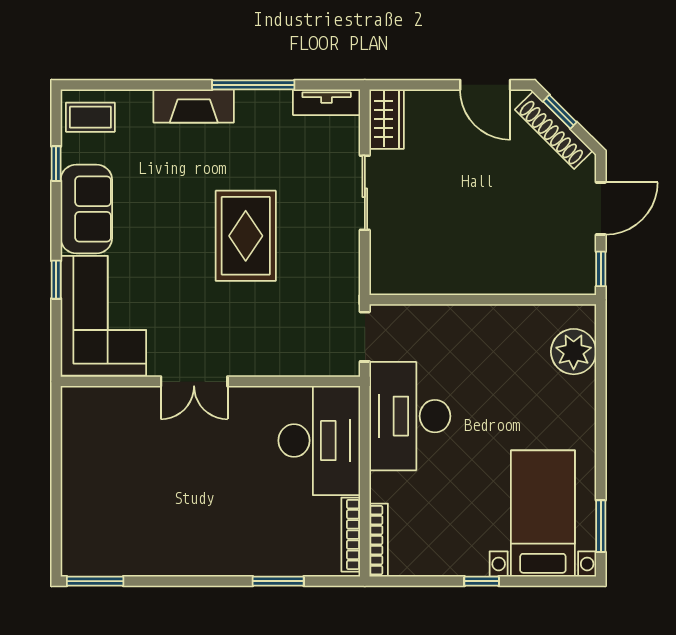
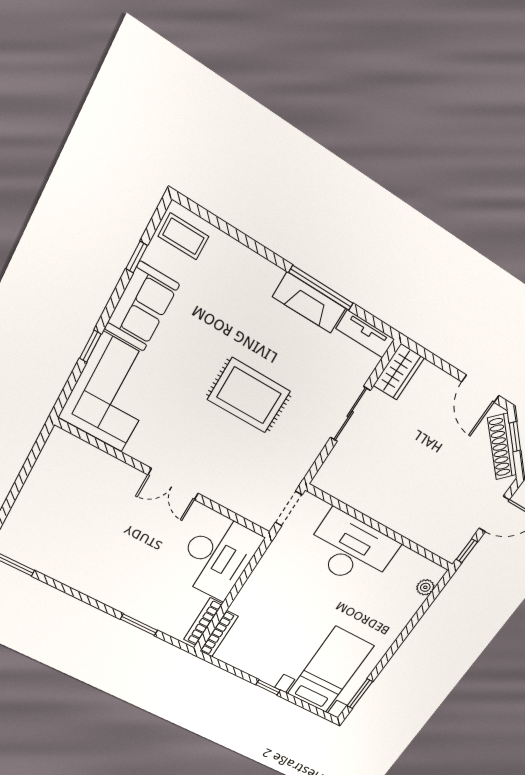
fireplace: (194, 106) -> (309, 303), moved
rug: (246, 236) -> (249, 395), turned 90
plant: (574, 352) -> (425, 587), width x0.53, depth x0.53
double door: (194, 381) -> (173, 484), moved
desk: (410, 416) -> (351, 550), moved, turned 90

